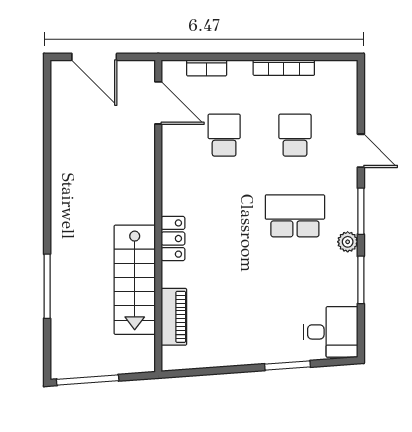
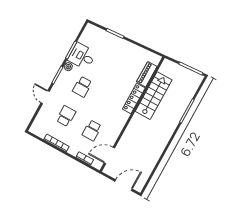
door: (94, 57) -> (123, 185), hinge flipped
door: (158, 103) -> (109, 155), hinge flipped
school desk: (295, 135) -> (66, 116), turned 180
school desk: (295, 216) -> (82, 87), width x0.54
locker: (173, 239) -> (134, 98), width x1.53
desk: (331, 332) -> (82, 56), moved

